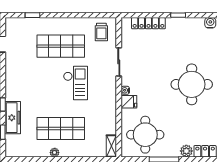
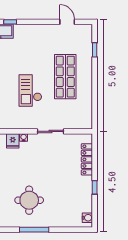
trolley: (101, 32) -> (79, 115), removed
checkout: (75, 83) -> (30, 90), turned 90
round table: (192, 84) -> (29, 200), width x0.73, depth x0.73

